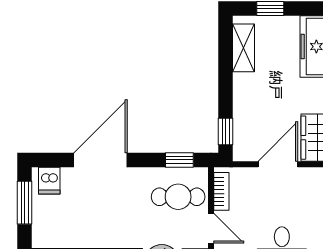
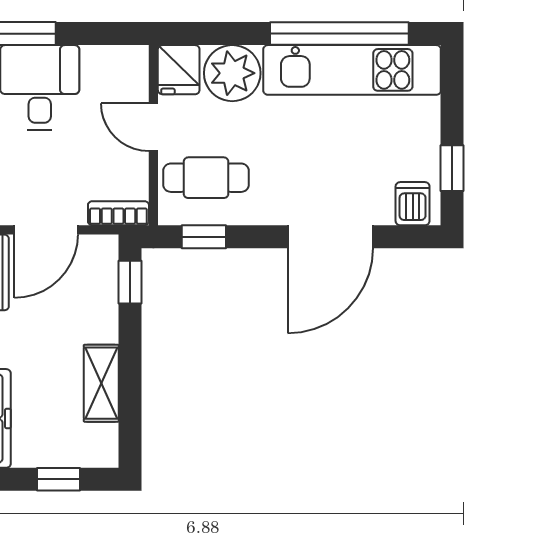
shelving: (244, 48) -> (101, 383), moved
bookcase: (221, 191) -> (118, 213), moved, turned 90
window: (25, 203) -> (452, 168), width x0.67

